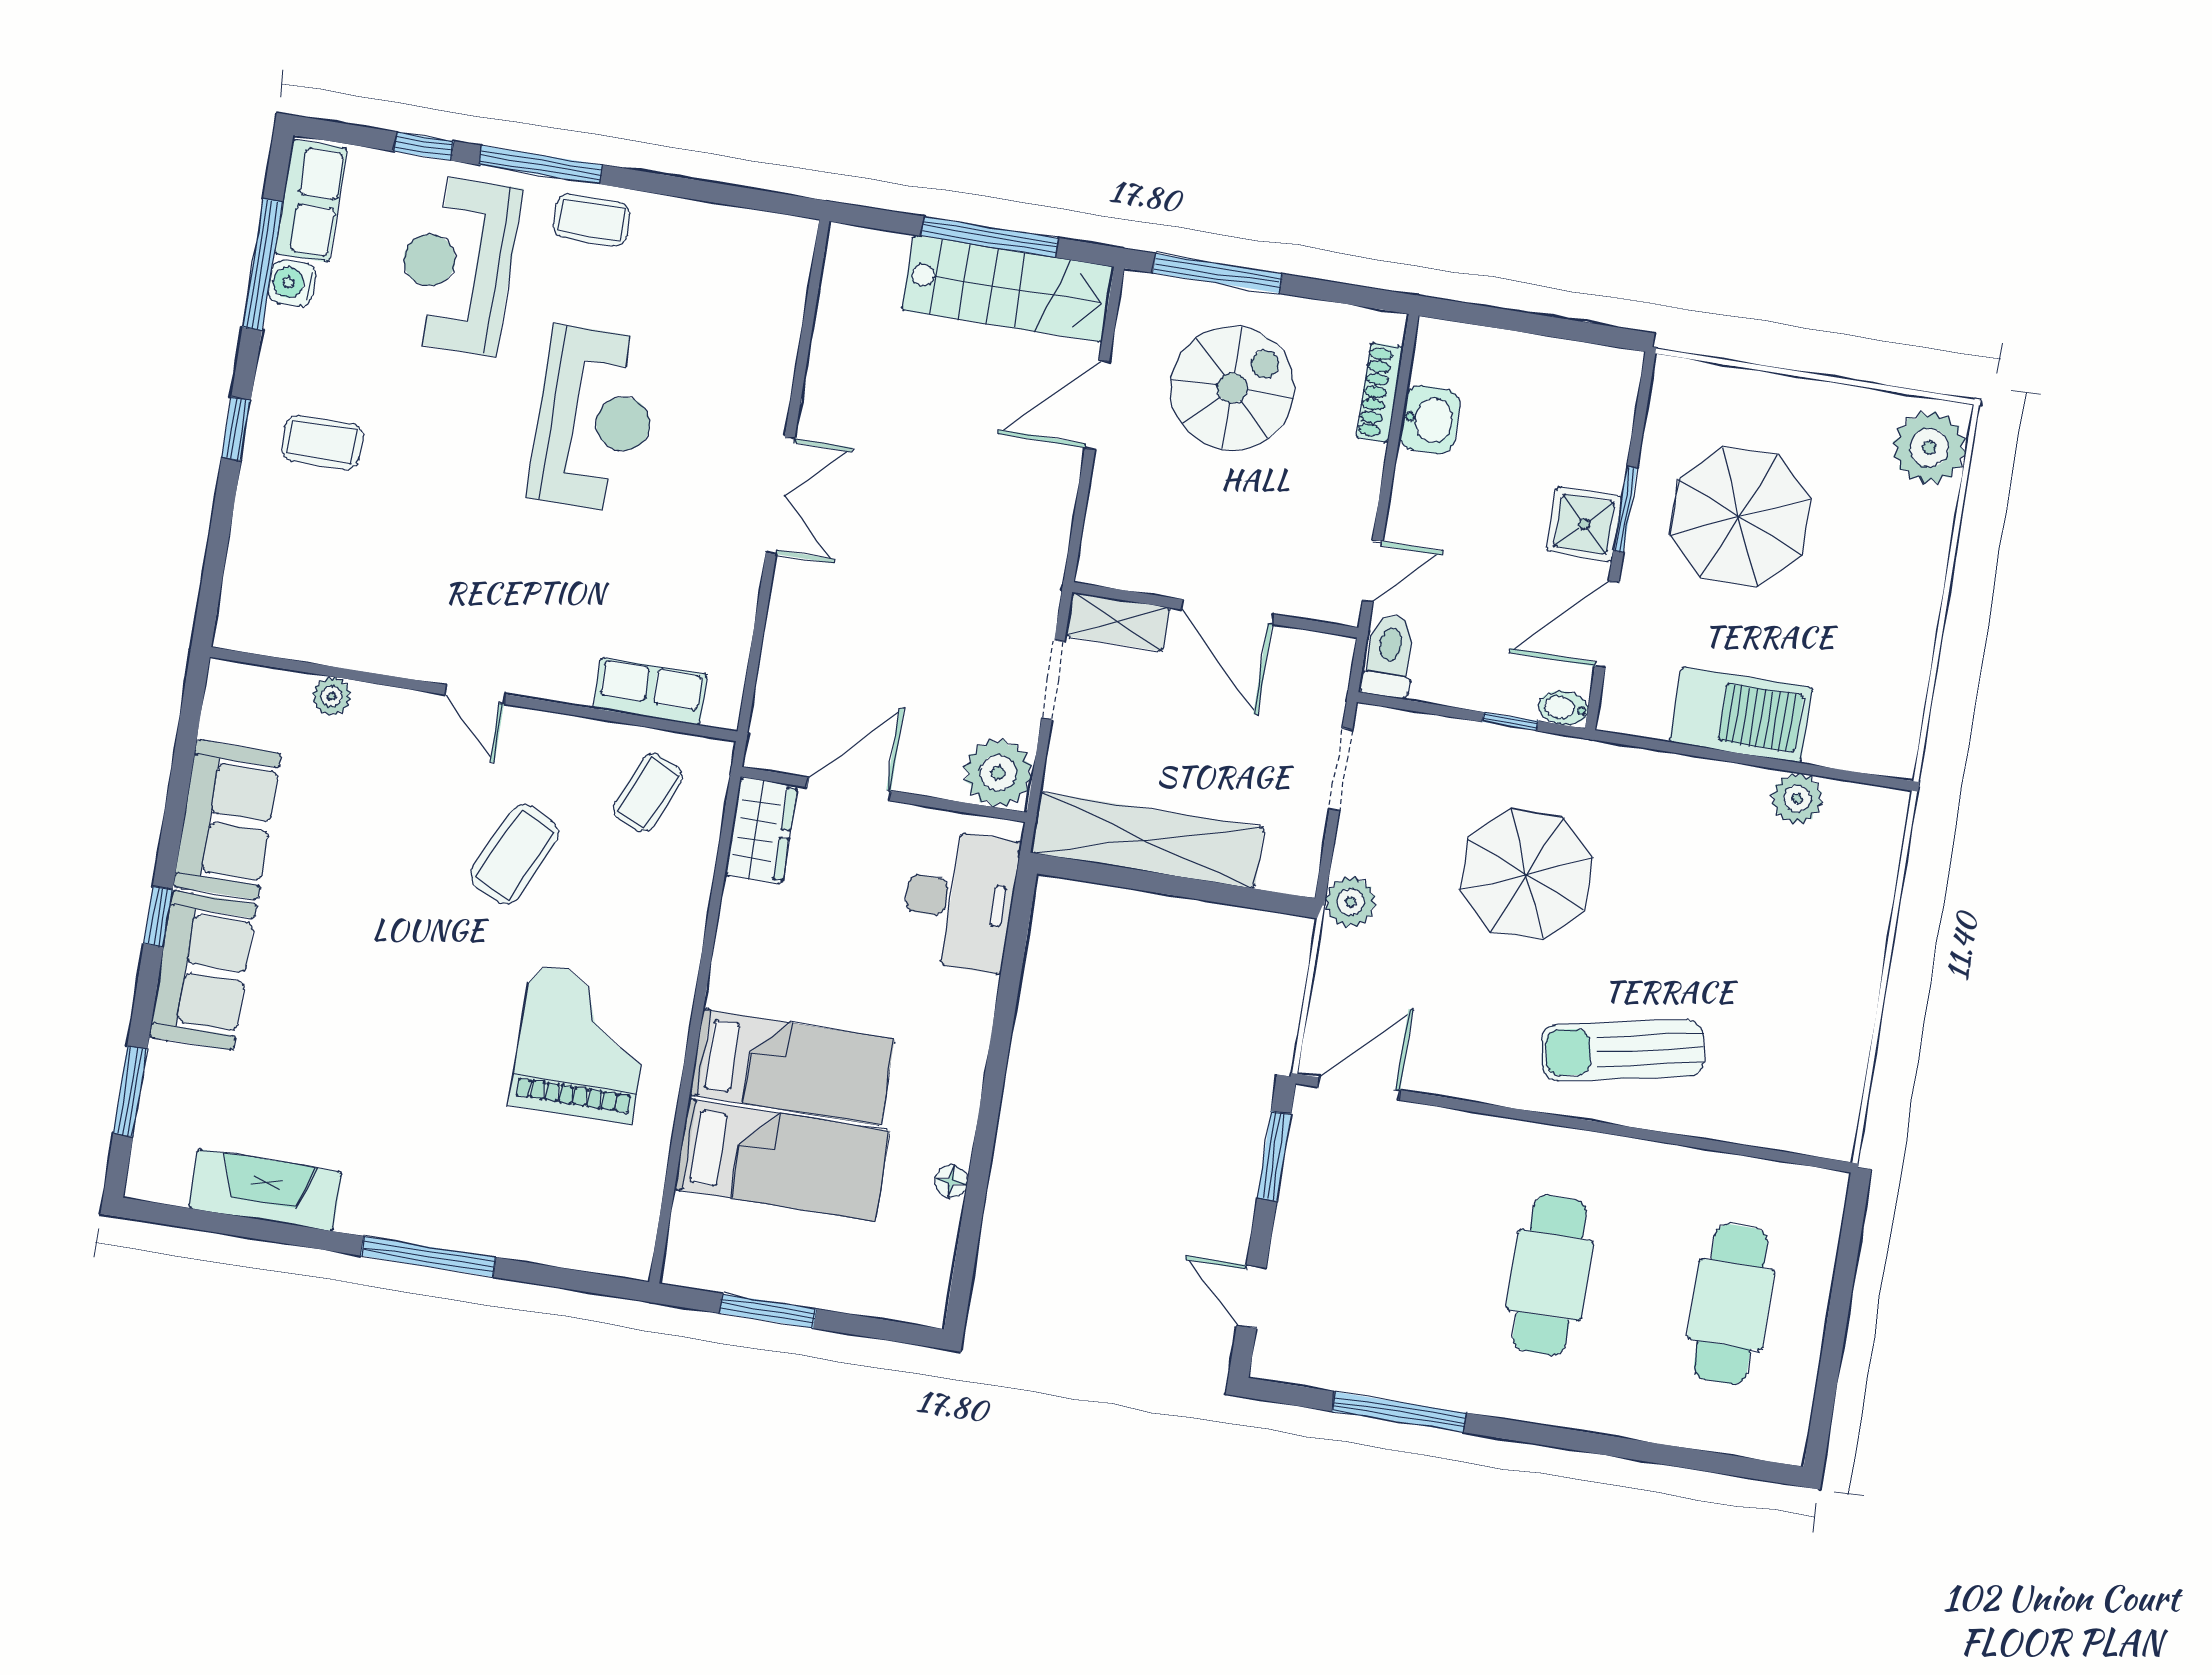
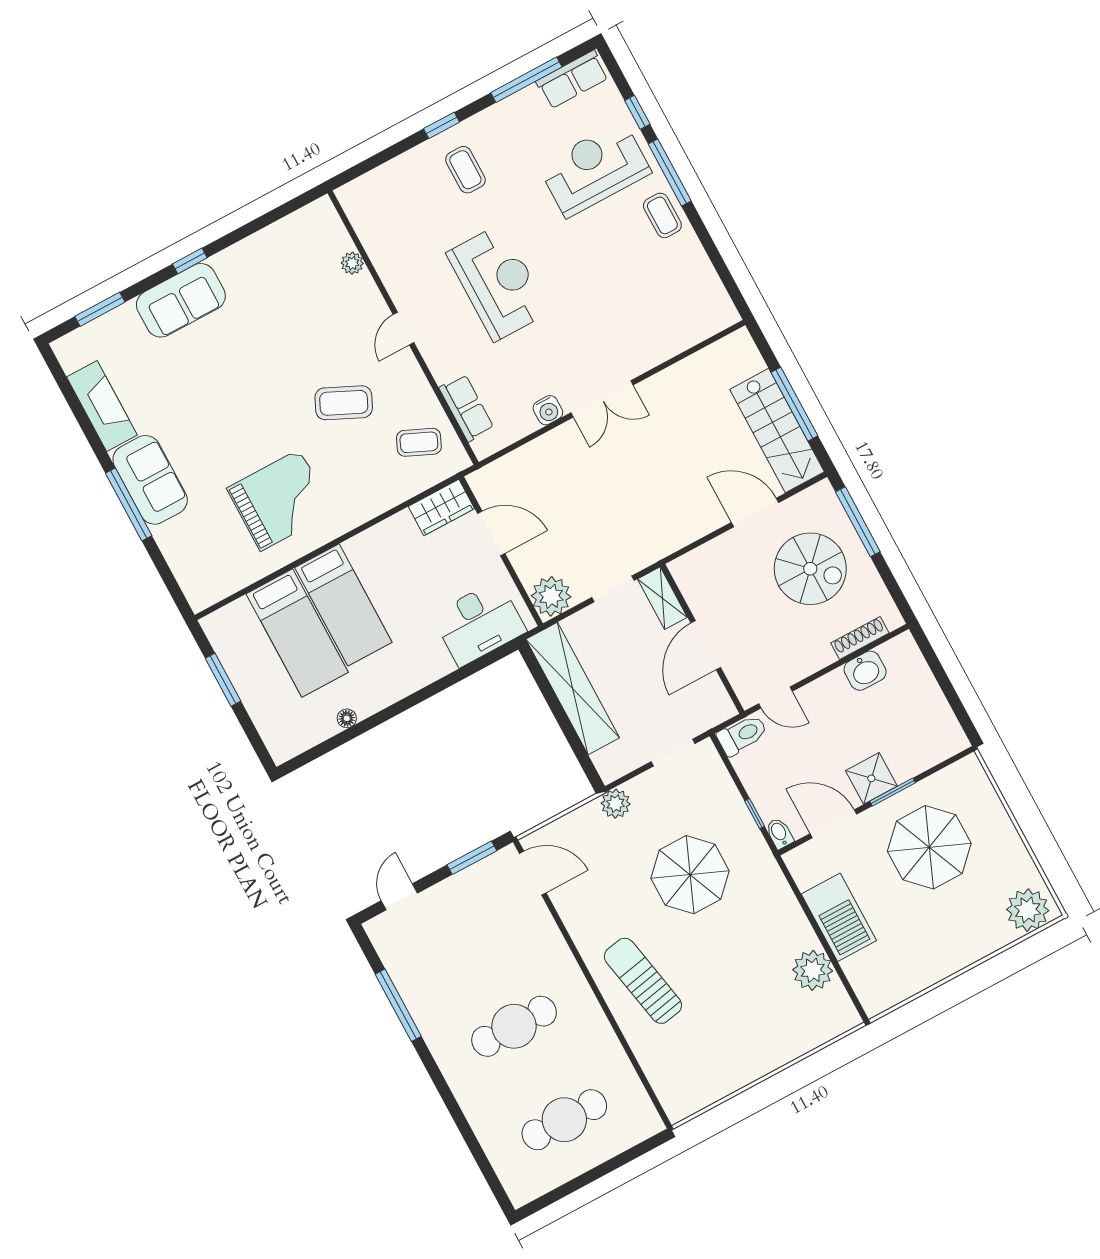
water cooler: (292, 283) -> (548, 410), moved, turned 180
reception desk: (595, 419) -> (498, 283), moved, turned -90
plant: (1797, 798) -> (813, 970), width x1.36, depth x1.36
sofa: (227, 820) -> (150, 480), moved, turned -90

